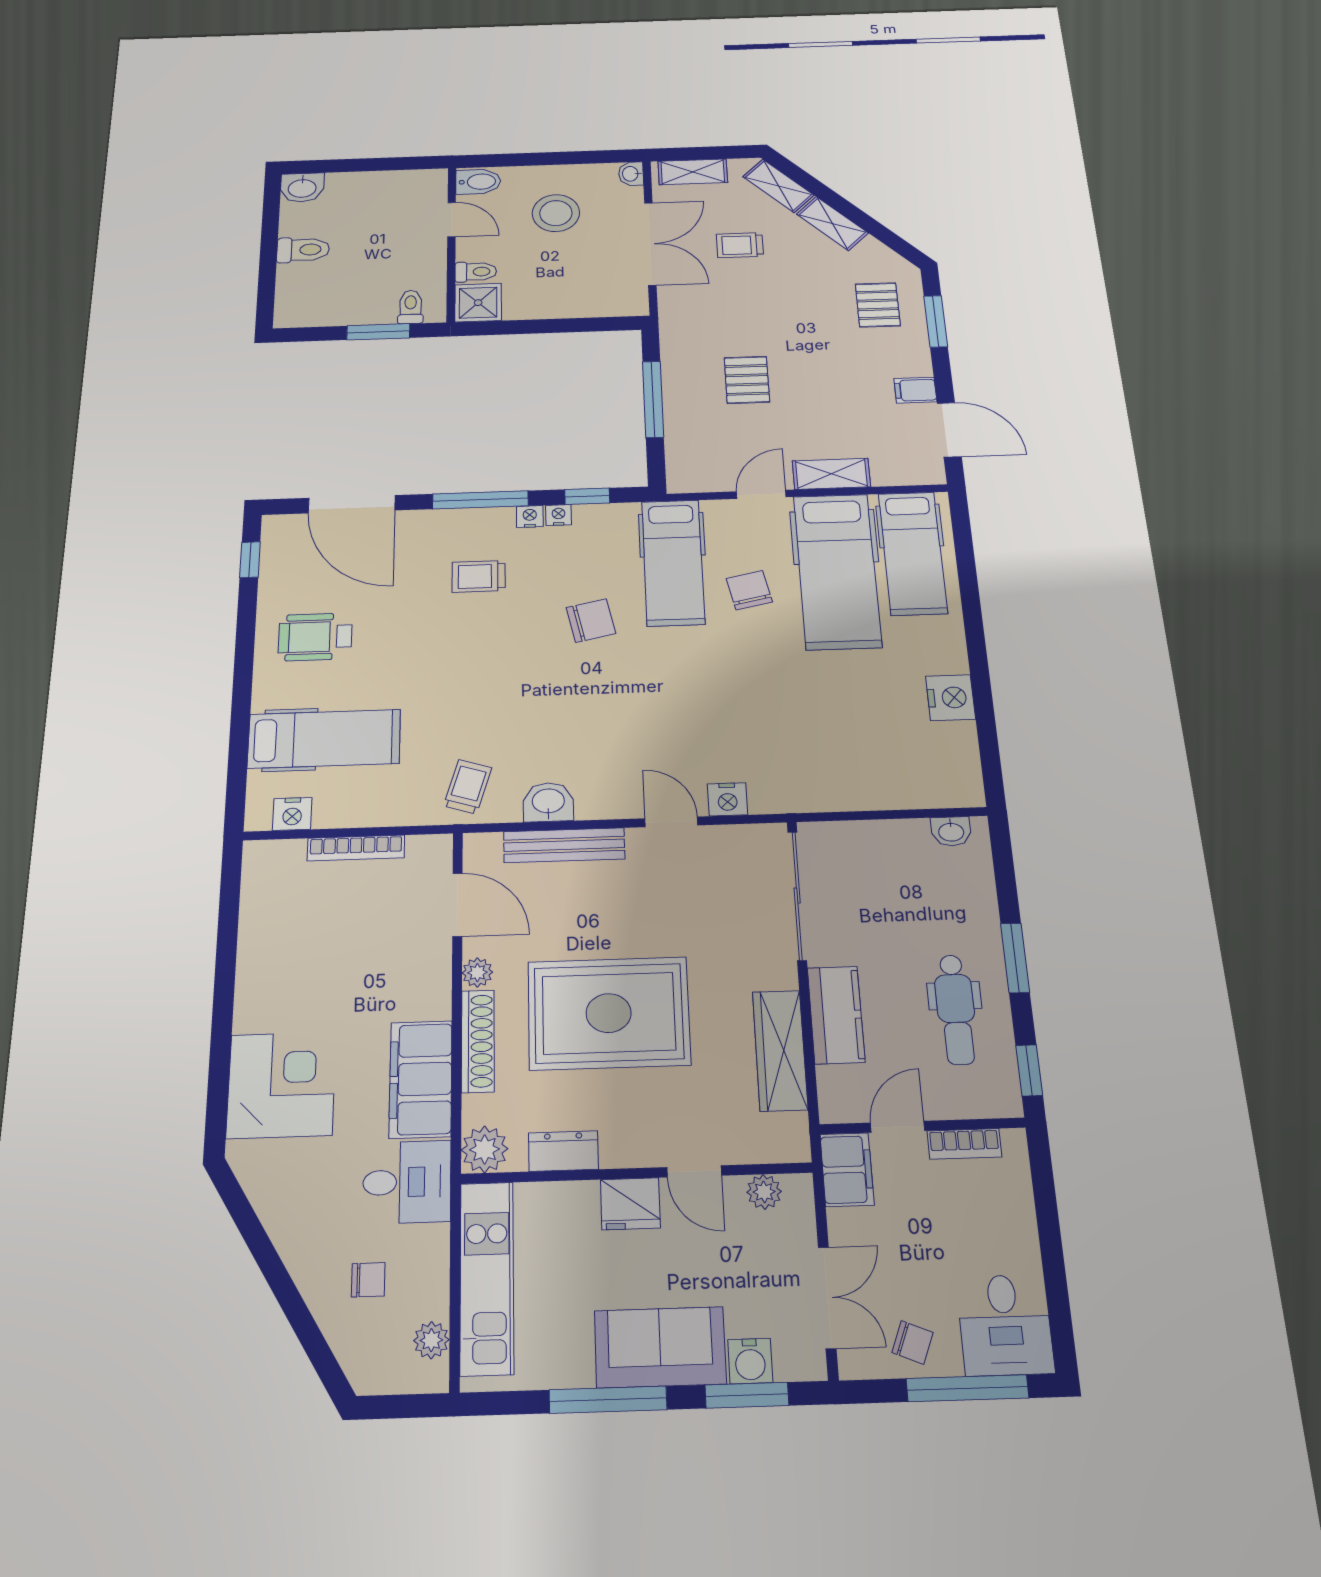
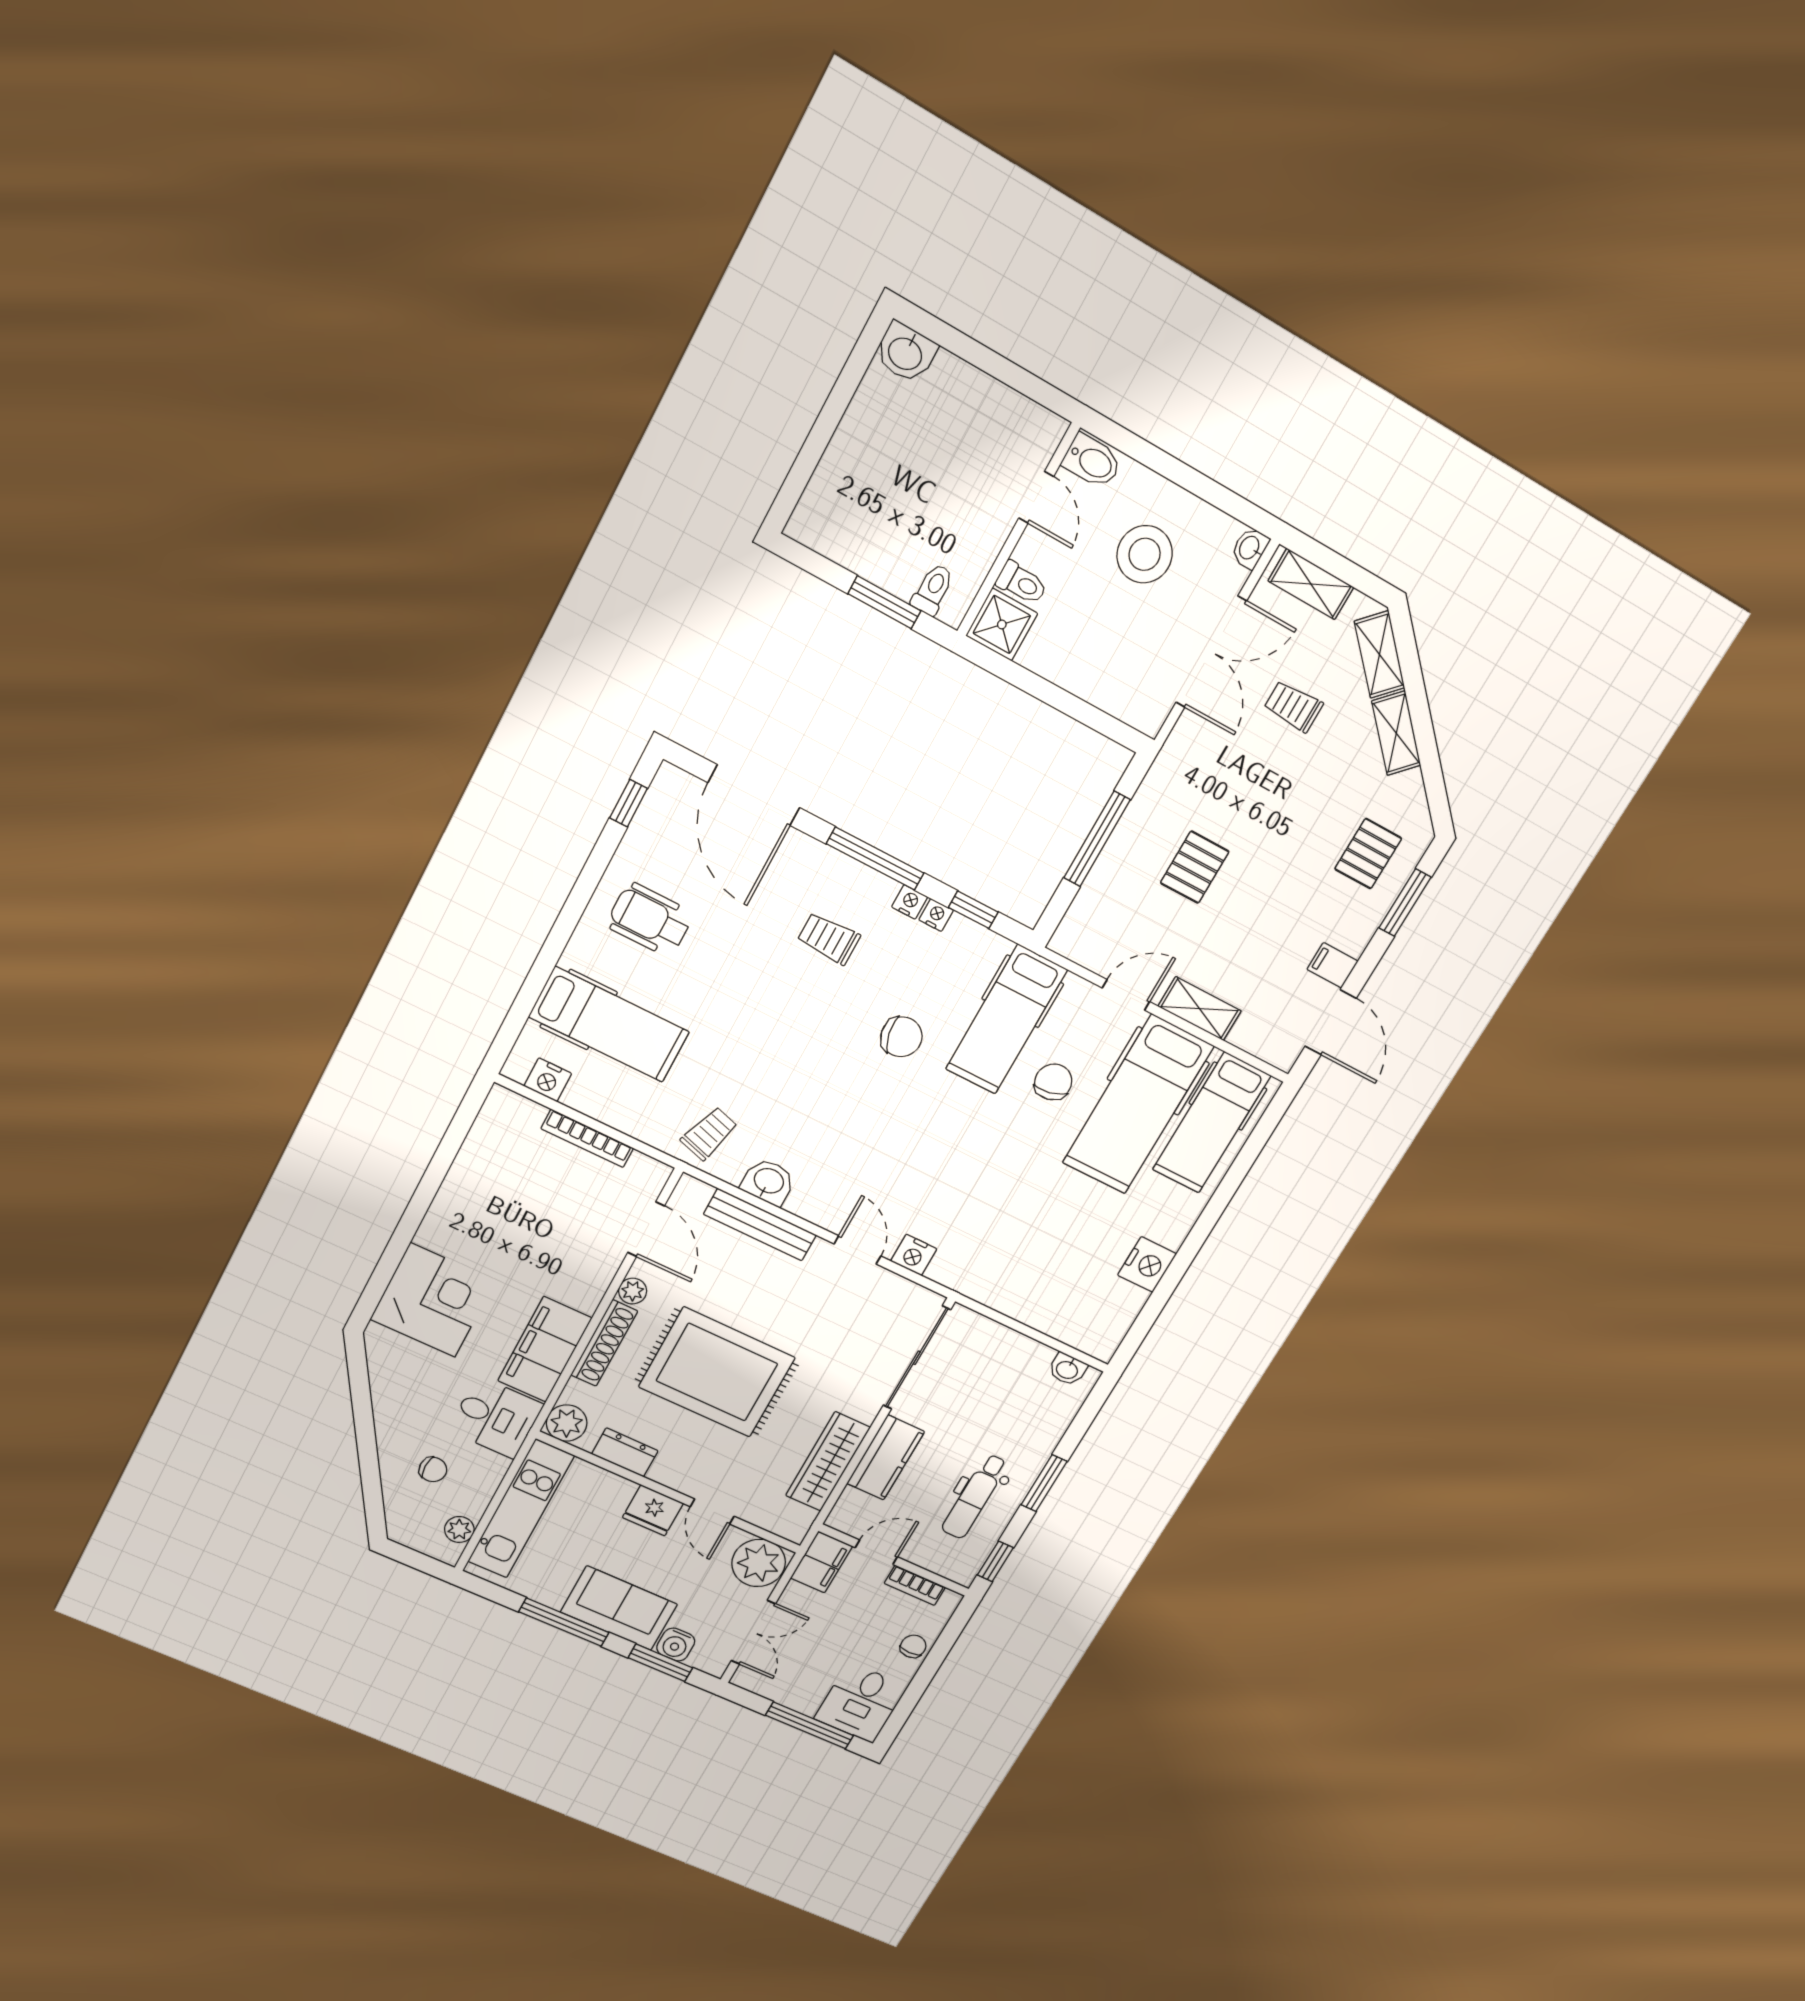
toilet: (303, 250) -> (863, 444), removed
plant: (764, 1192) -> (759, 1563), width x1.88, depth x1.88
chair: (912, 1342) -> (913, 1646), moved, turned -112

